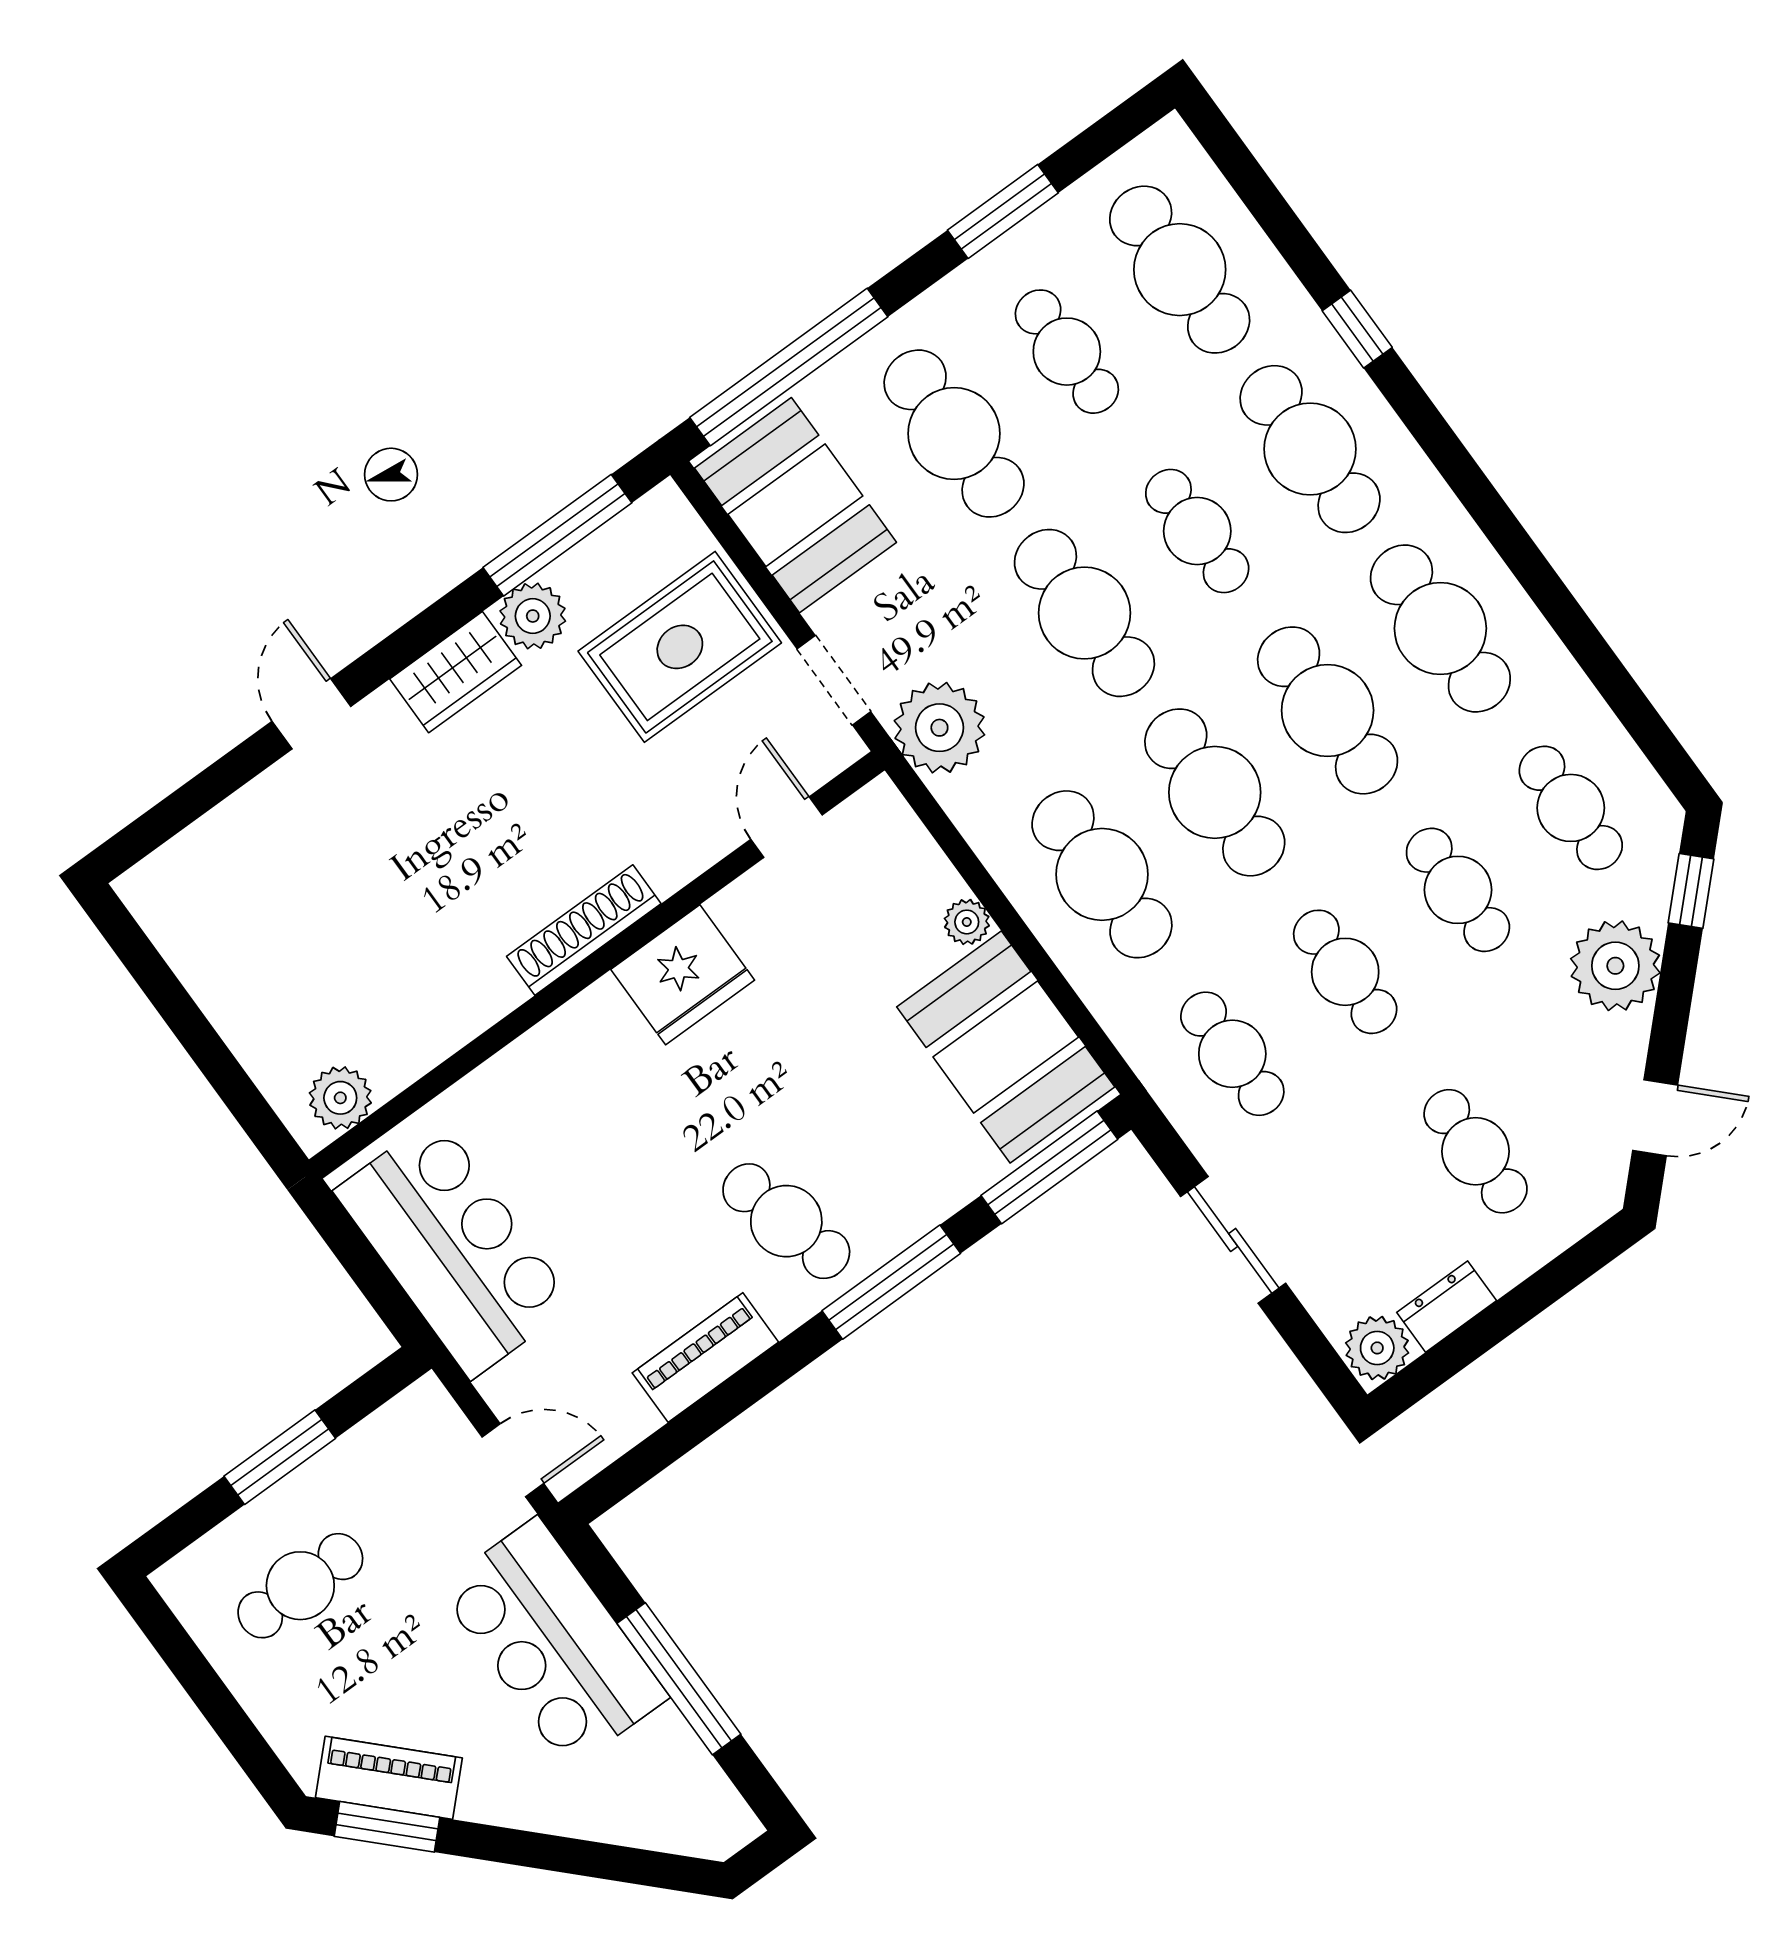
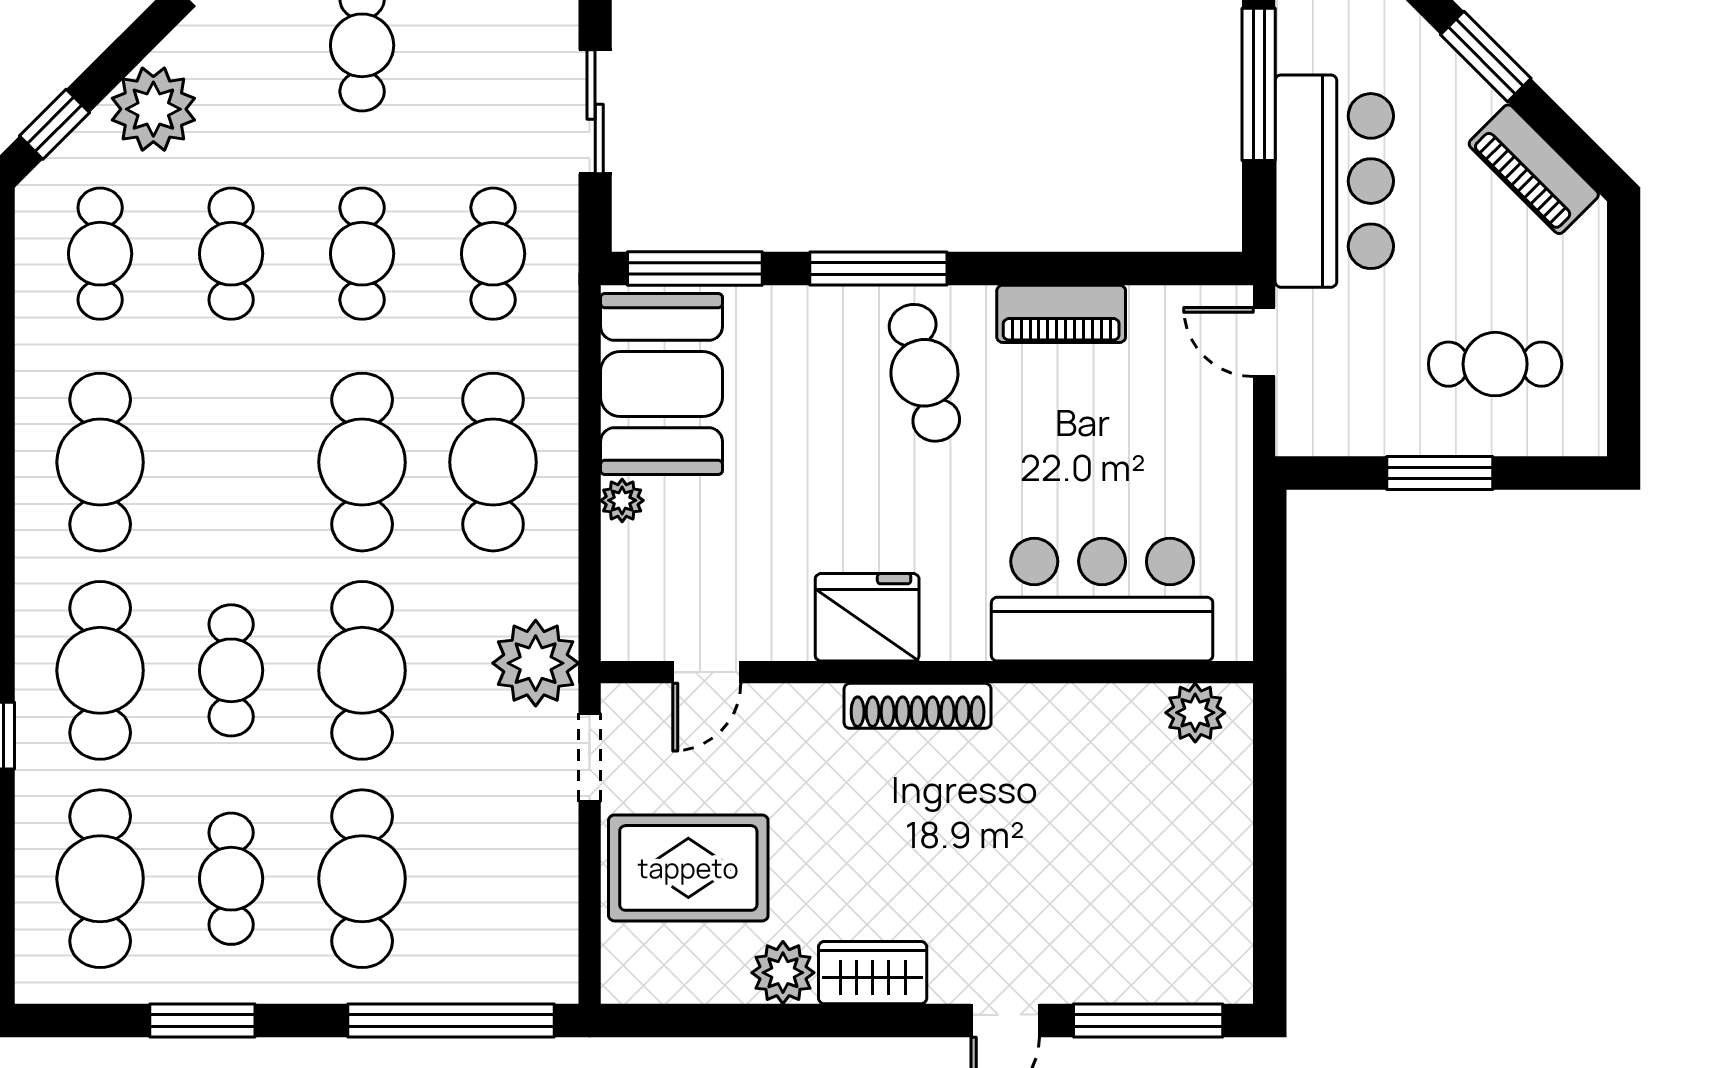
booth: (795, 505) -> (522, 912), removed
window: (557, 535) -> (1148, 1020), moved
cafe table: (1328, 710) -> (231, 462), removed
bar counter: (454, 1248) -> (1102, 600), moved, turned 90
window: (387, 1827) -> (1486, 56), moved

